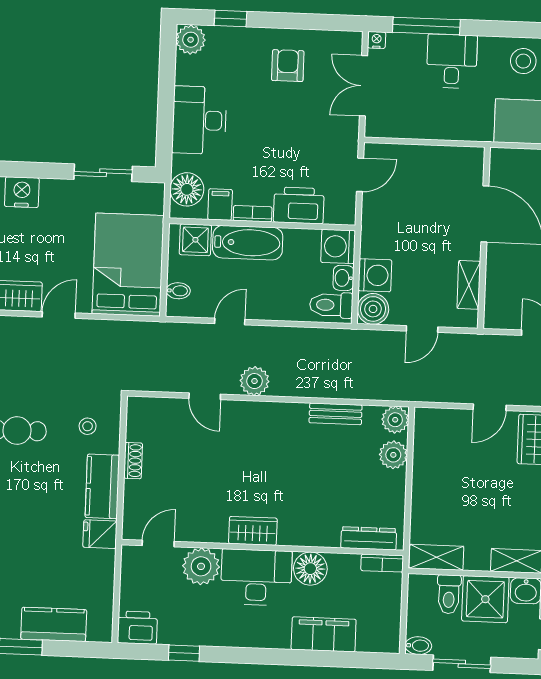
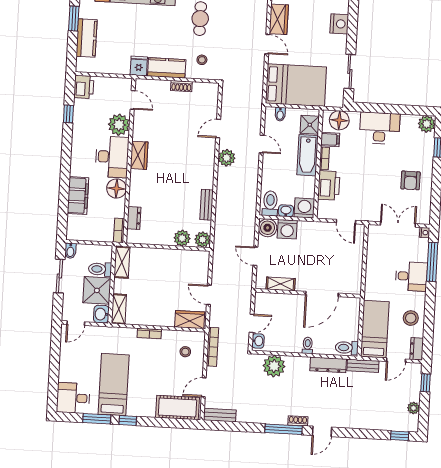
armchair: (288, 66) -> (411, 180), turned 90
dresser: (369, 538) -> (134, 218), width x0.70

